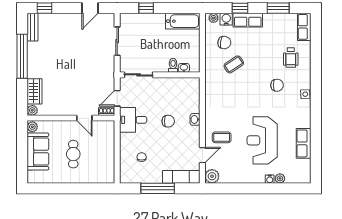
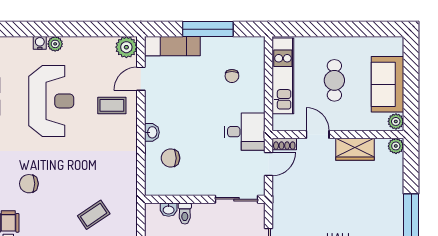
wardrobe: (35, 91) -> (355, 149), moved, turned -90
chair: (168, 121) -> (170, 158), moved
kitchen unit: (108, 157) -> (283, 76), added
plant: (280, 178) -> (55, 44), moved

